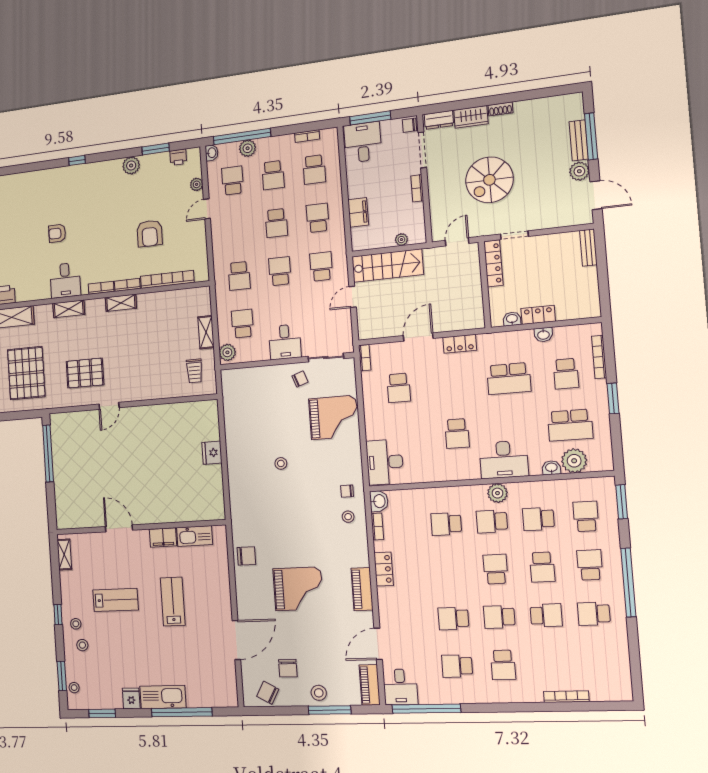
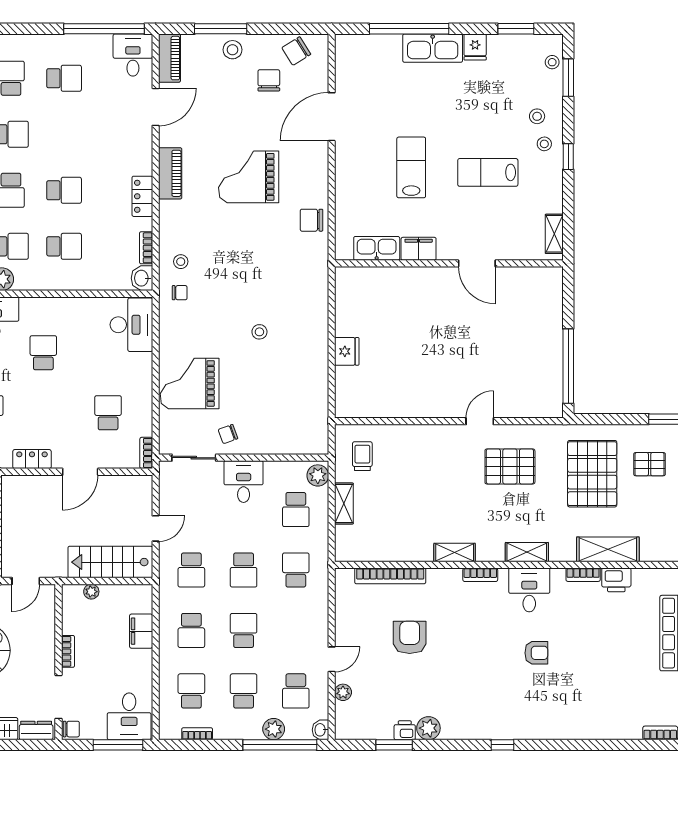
printer: (178, 157) -> (405, 730), moved
bookcase: (127, 285) -> (583, 575), moved
lab bench: (173, 602) -> (411, 167), turned 180
school desk: (453, 618) -> (64, 190), moved
chair: (268, 693) -> (296, 51), turned 119

